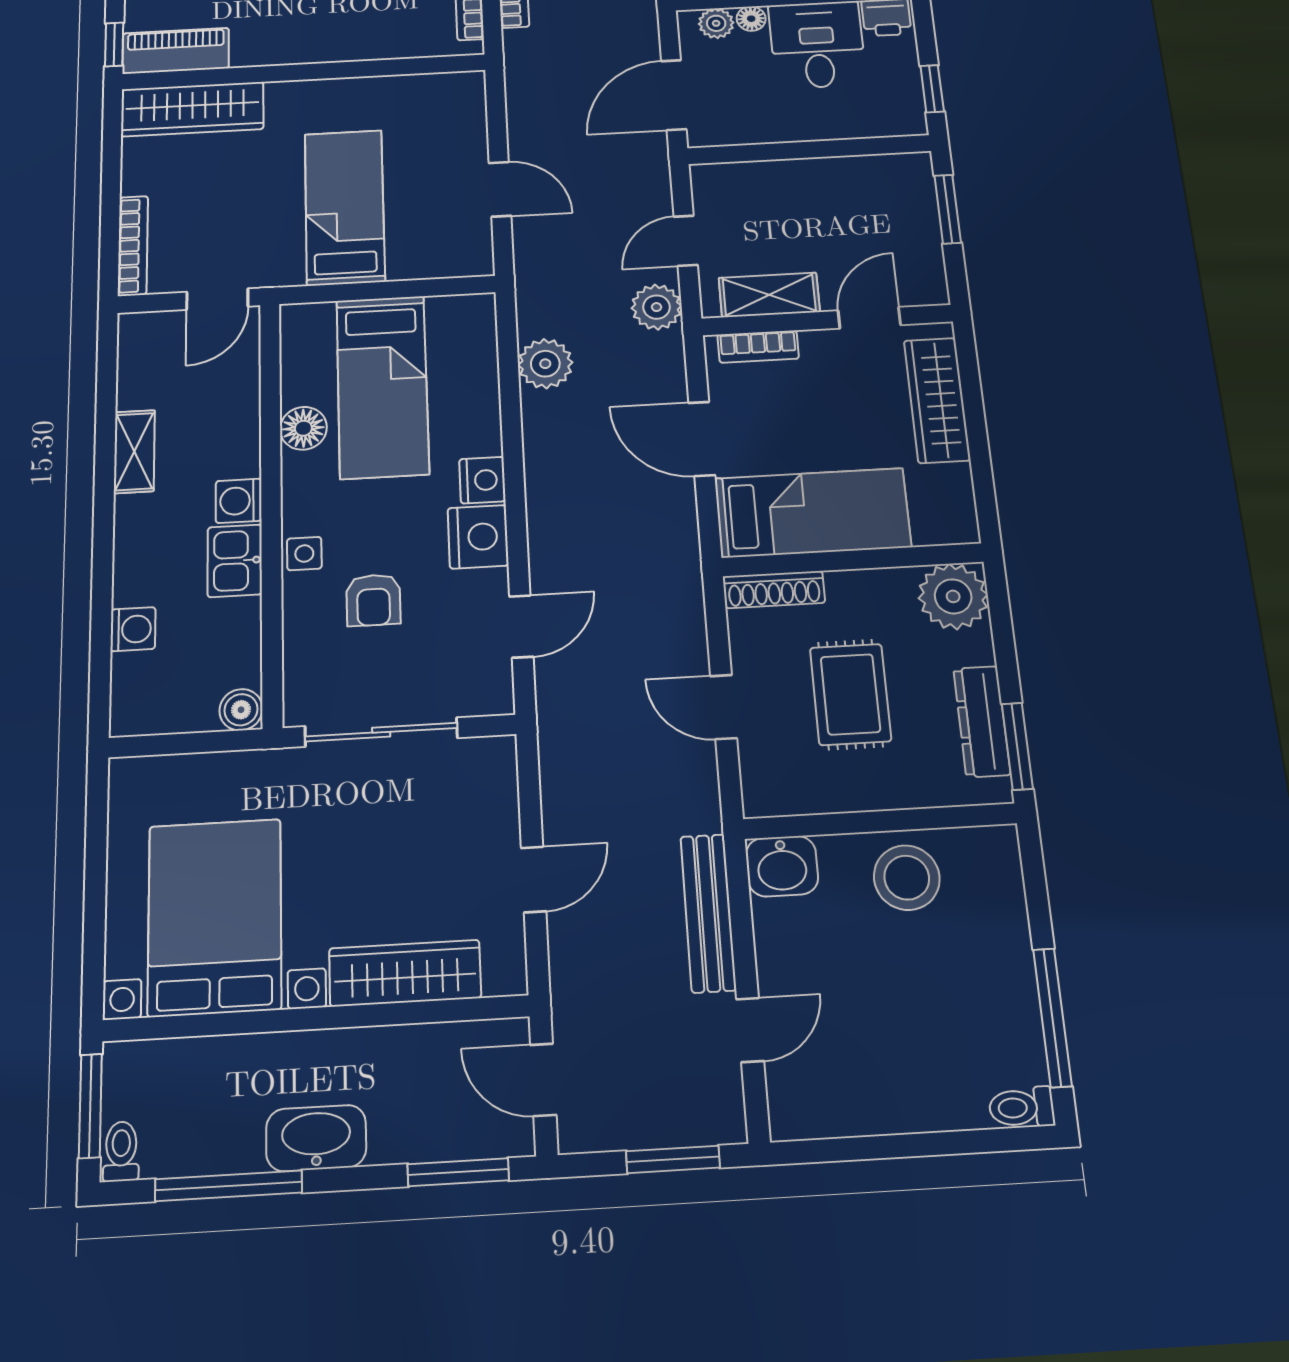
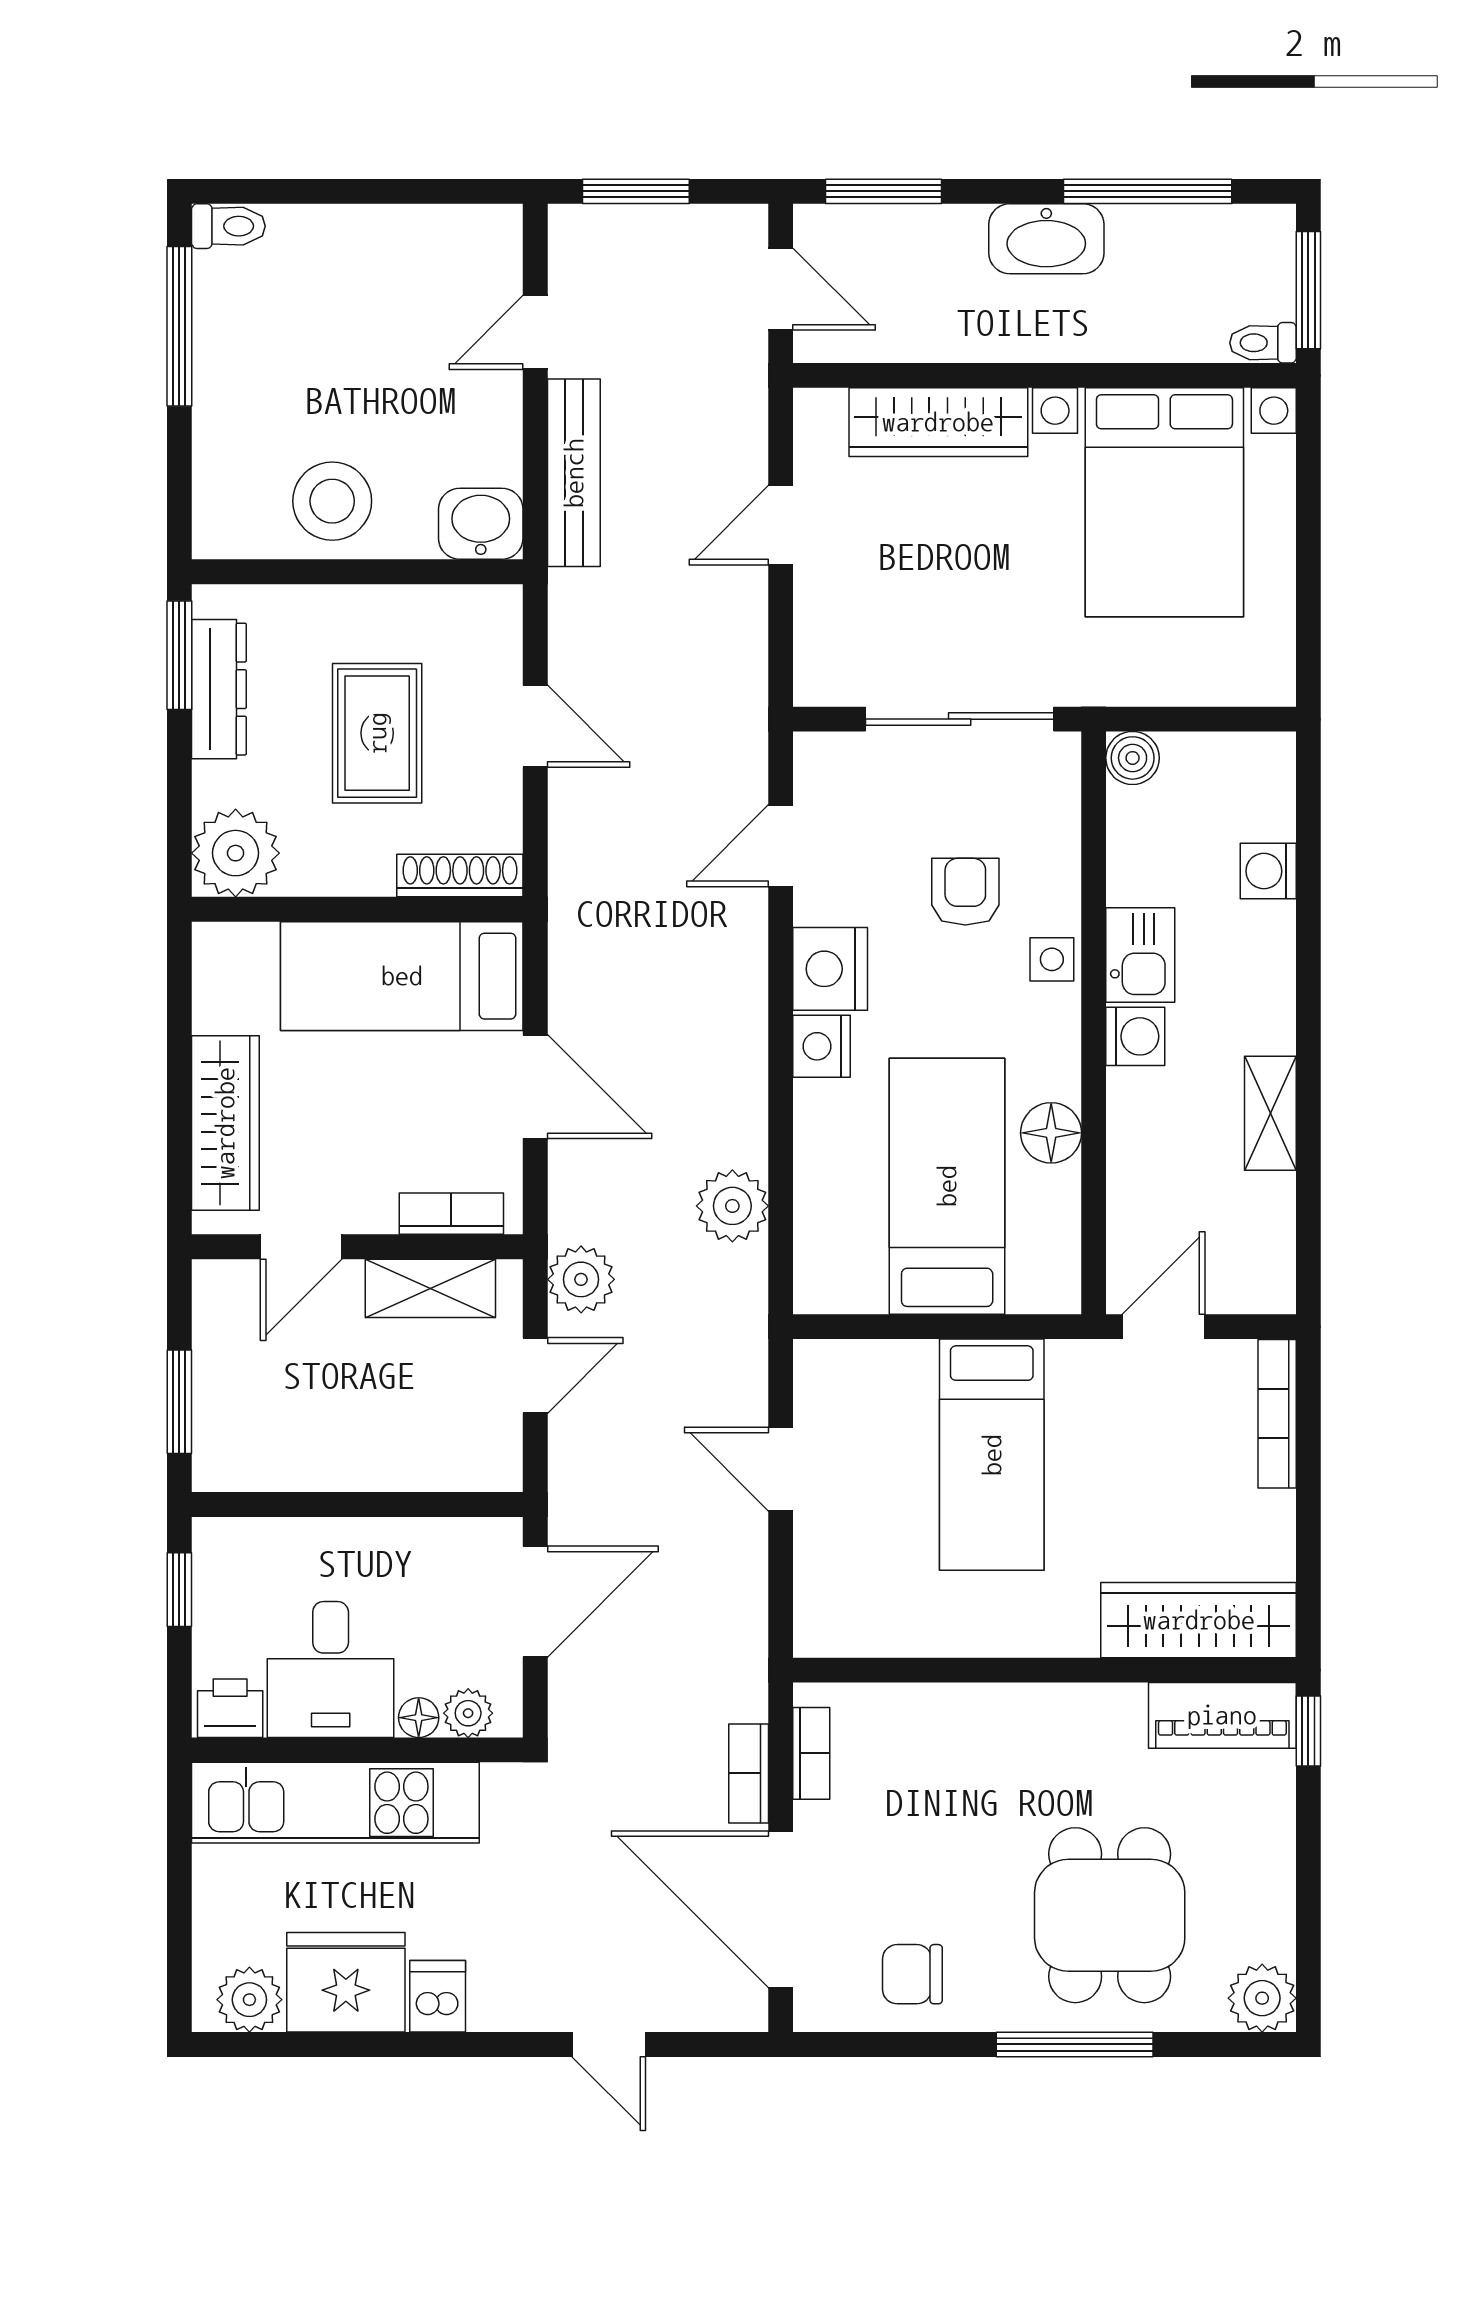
toilet: (121, 1151) -> (1263, 343), moved, turned 90

